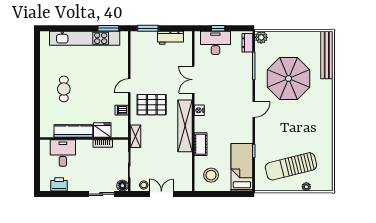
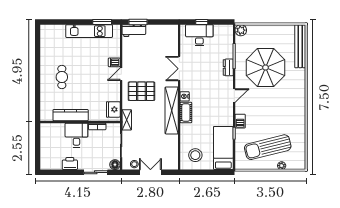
kitchen unit: (85, 38) -> (89, 31), width x0.73
workbench: (170, 38) -> (134, 31), moved
dresser: (247, 43) -> (228, 67), moved
dishwasher: (122, 110) -> (114, 62), moved
fridge: (102, 130) -> (113, 109), moved, turned -90
barbecue: (261, 138) -> (240, 121), added
cot: (201, 144) -> (186, 112), moved
desk: (63, 153) -> (76, 135), moved
printer: (59, 184) -> (70, 164), moved

